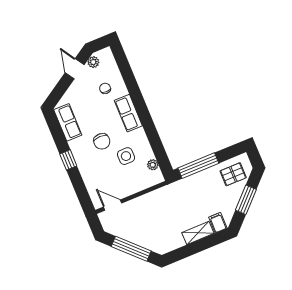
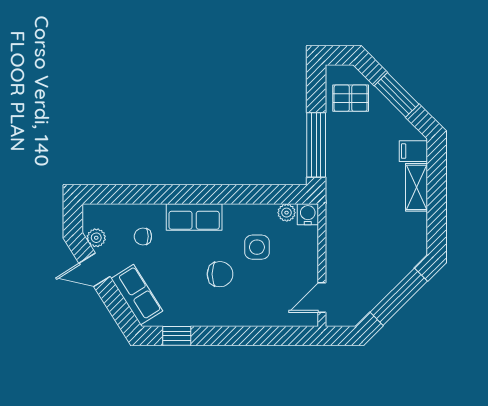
row of seats: (68, 122) -> (137, 295), moved, turned 58
window: (68, 160) -> (177, 336), moved
pallet: (233, 174) -> (351, 98), turned 90
water cooler: (157, 177) -> (308, 214), added

